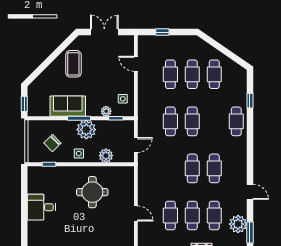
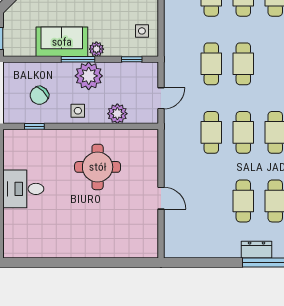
plant: (106, 111) -> (96, 49), moved
cafe table: (170, 215) -> (211, 132), moved

